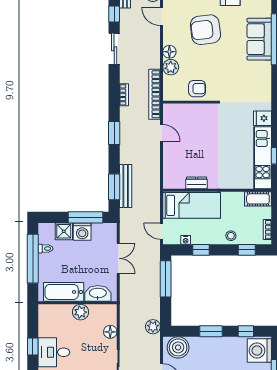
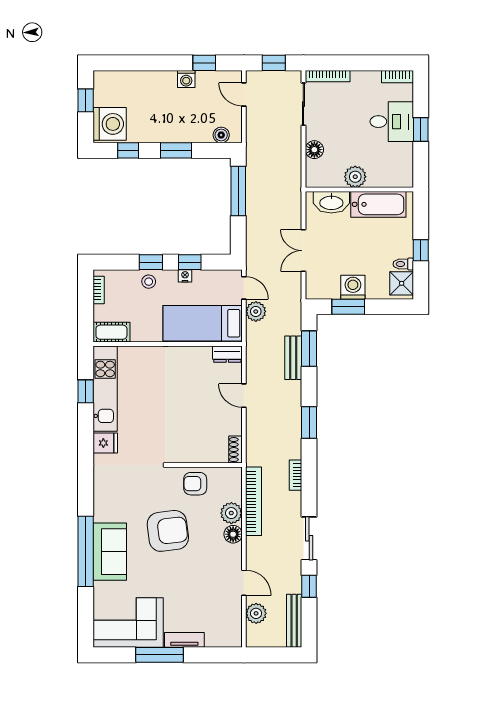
armchair: (205, 30) -> (168, 531), moved
bookcase: (155, 94) -> (254, 501), moved
shoe rack: (168, 113) -> (235, 450), added
door: (162, 133) -> (244, 396), moved
dresser: (197, 183) -> (227, 354), moved
bench: (126, 186) -> (293, 358), width x0.73
window: (86, 217) -> (348, 307), width x0.69
shower: (64, 231) -> (402, 283), moved
nightstand: (186, 240) -> (185, 276), moved
window: (247, 250) -> (151, 262), moved
window: (33, 259) -> (421, 250), width x0.32
window: (166, 279) -> (238, 191), moved
plant: (153, 327) -> (256, 311), moved
boiler: (178, 347) -> (221, 135), width x0.54, depth x0.54

